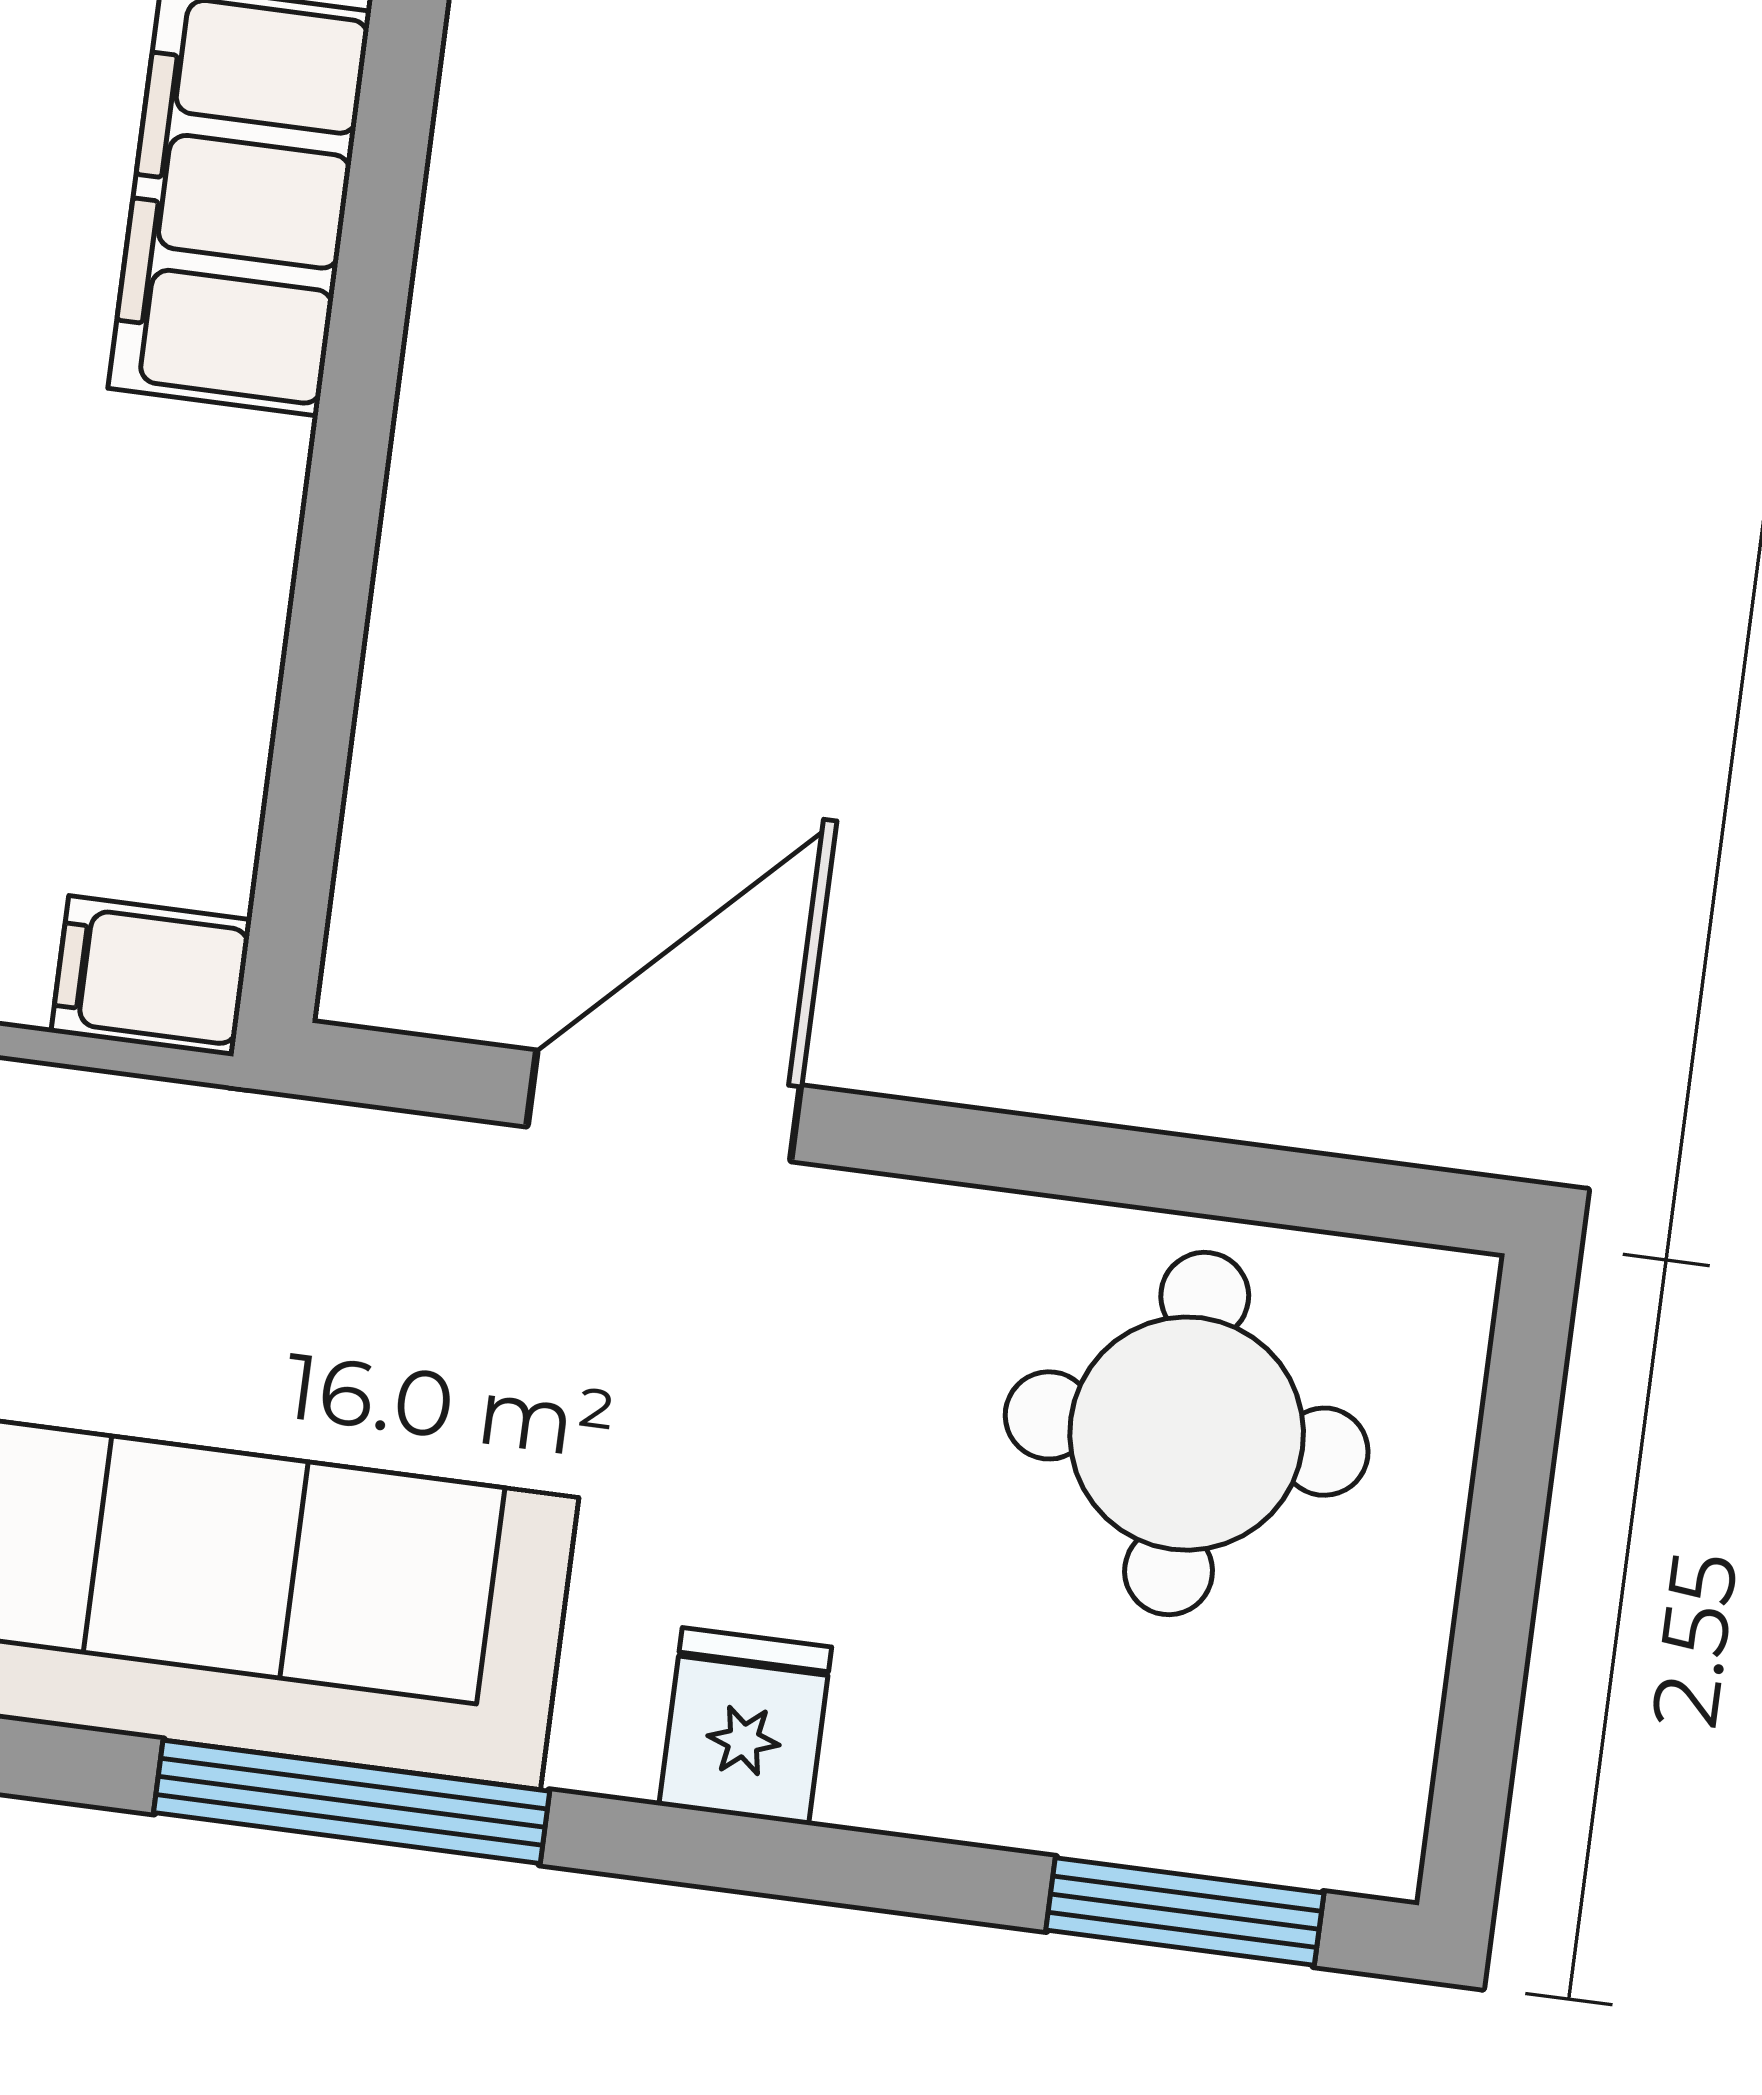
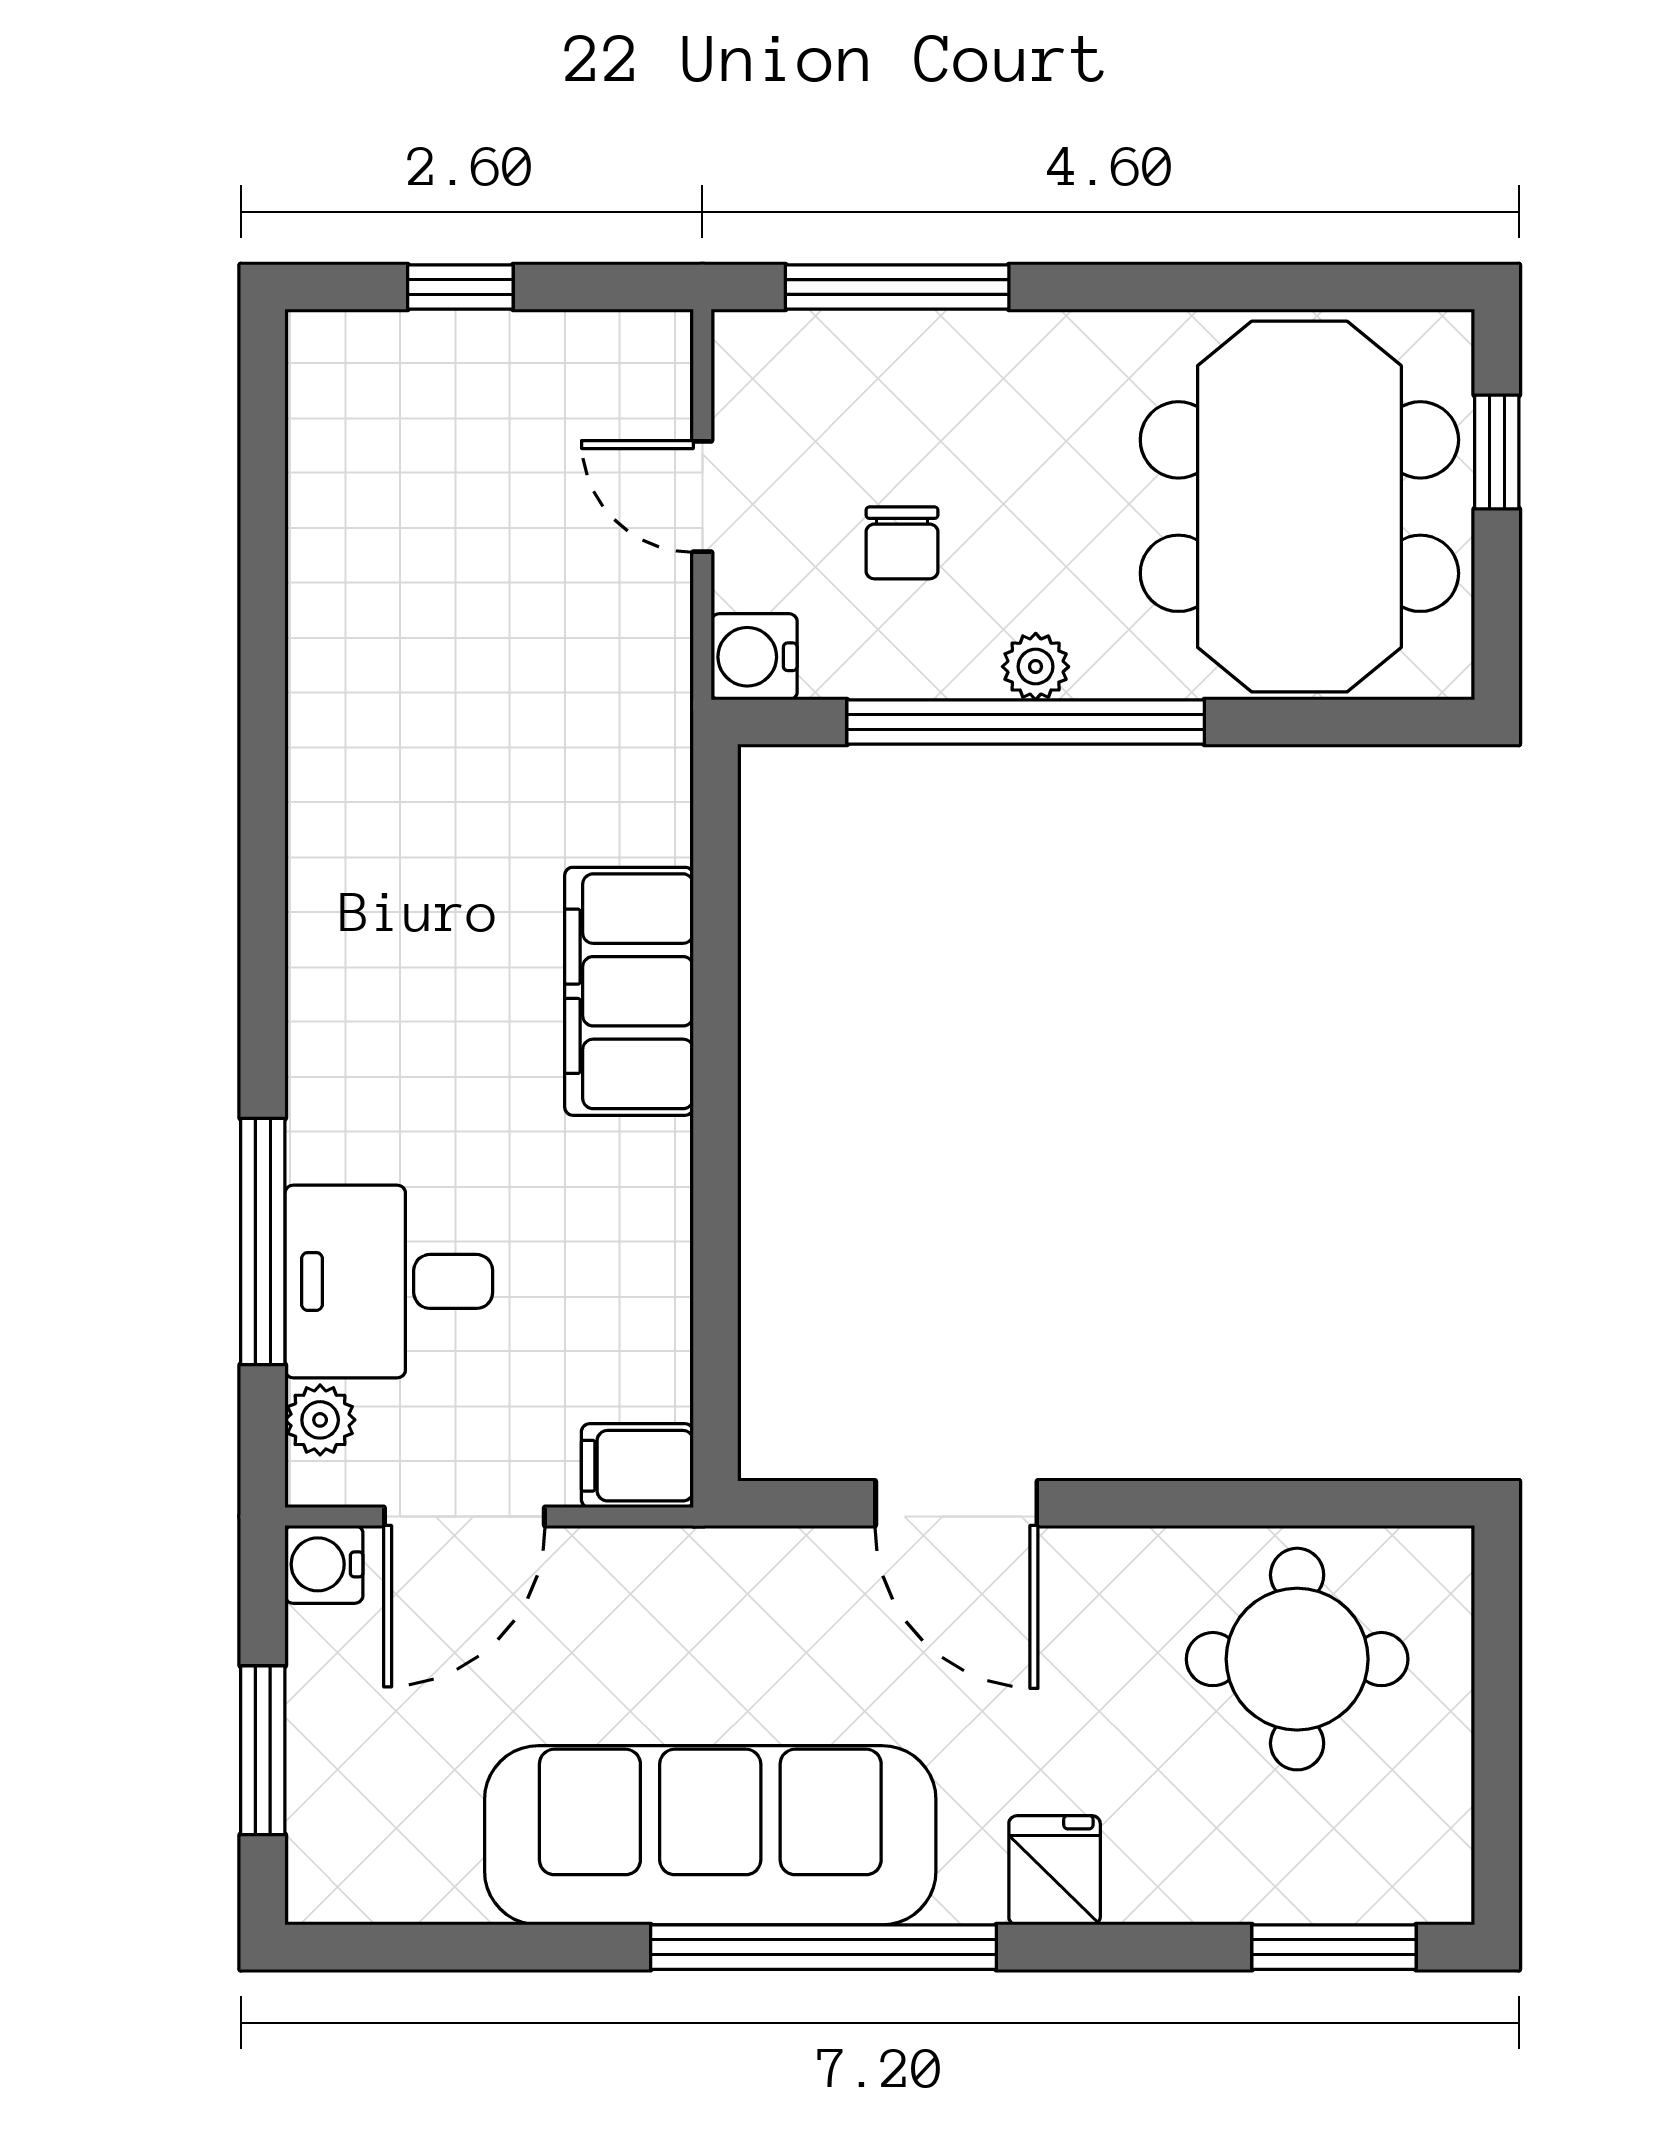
door: (664, 1106) -> (956, 1503), swing flipped
window: (352, 1802) -> (823, 1947), width x1.46

